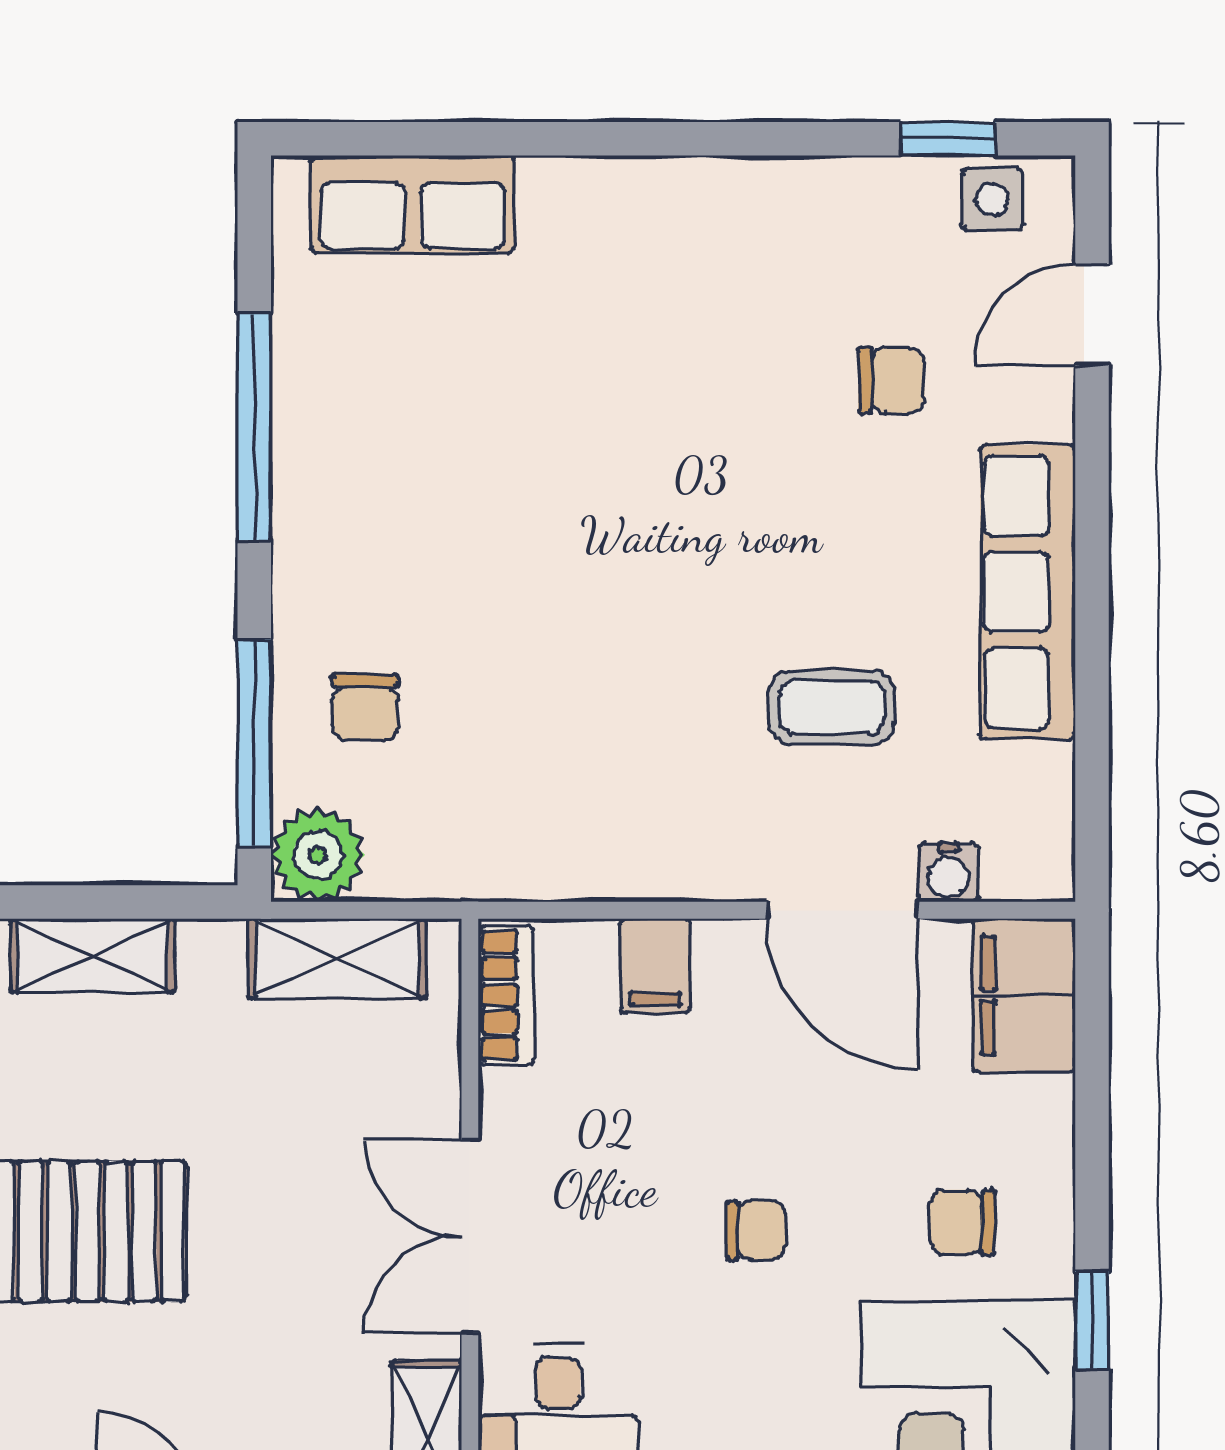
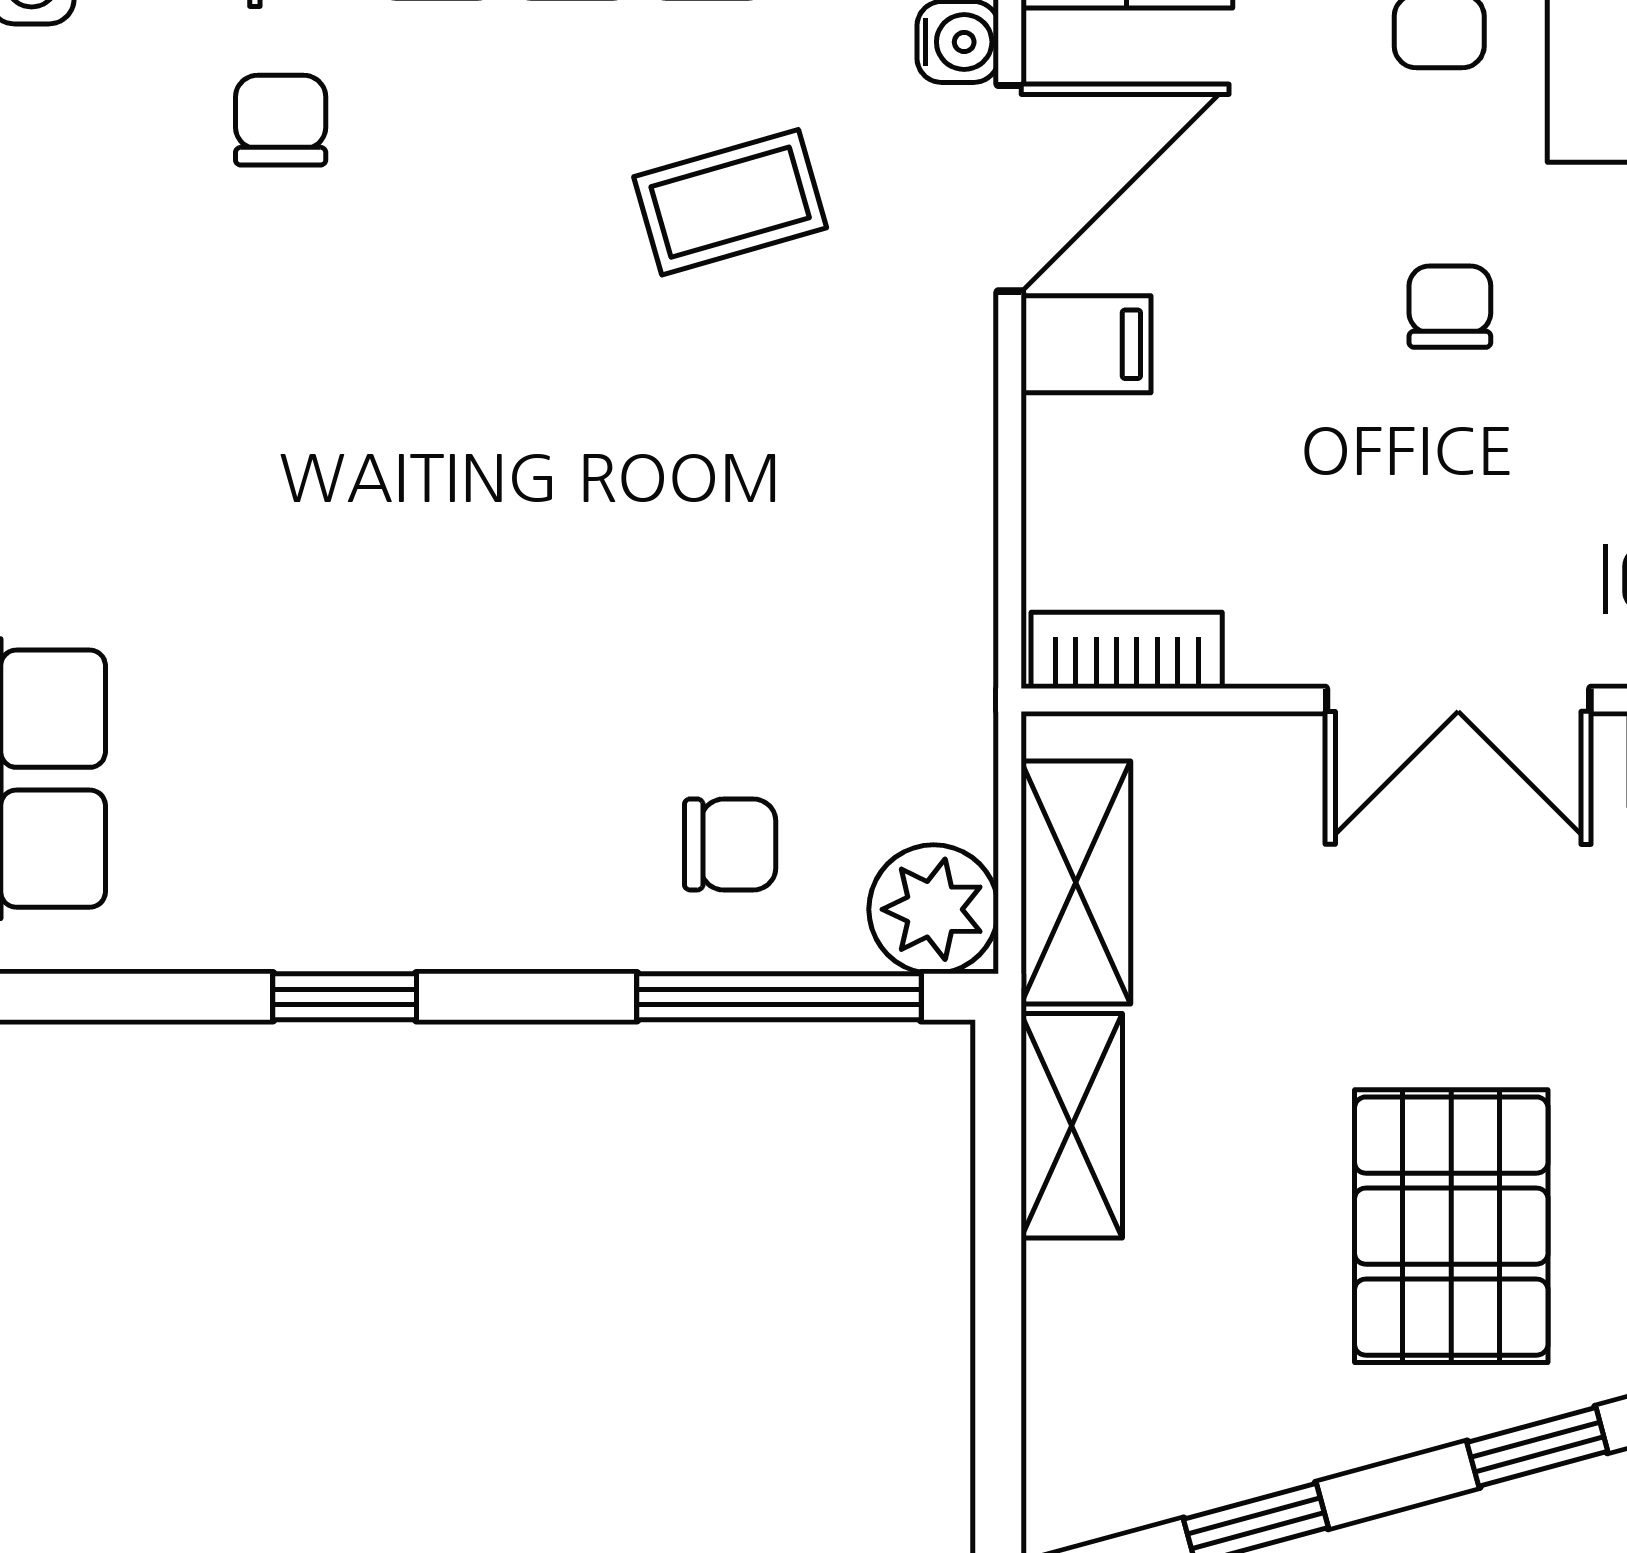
window: (254, 427) -> (345, 997), width x0.46
coffee table: (832, 707) -> (730, 202), turned 74
shelving: (92, 955) -> (1072, 1126), moved
filing cabinet: (655, 966) -> (1086, 344), moved

